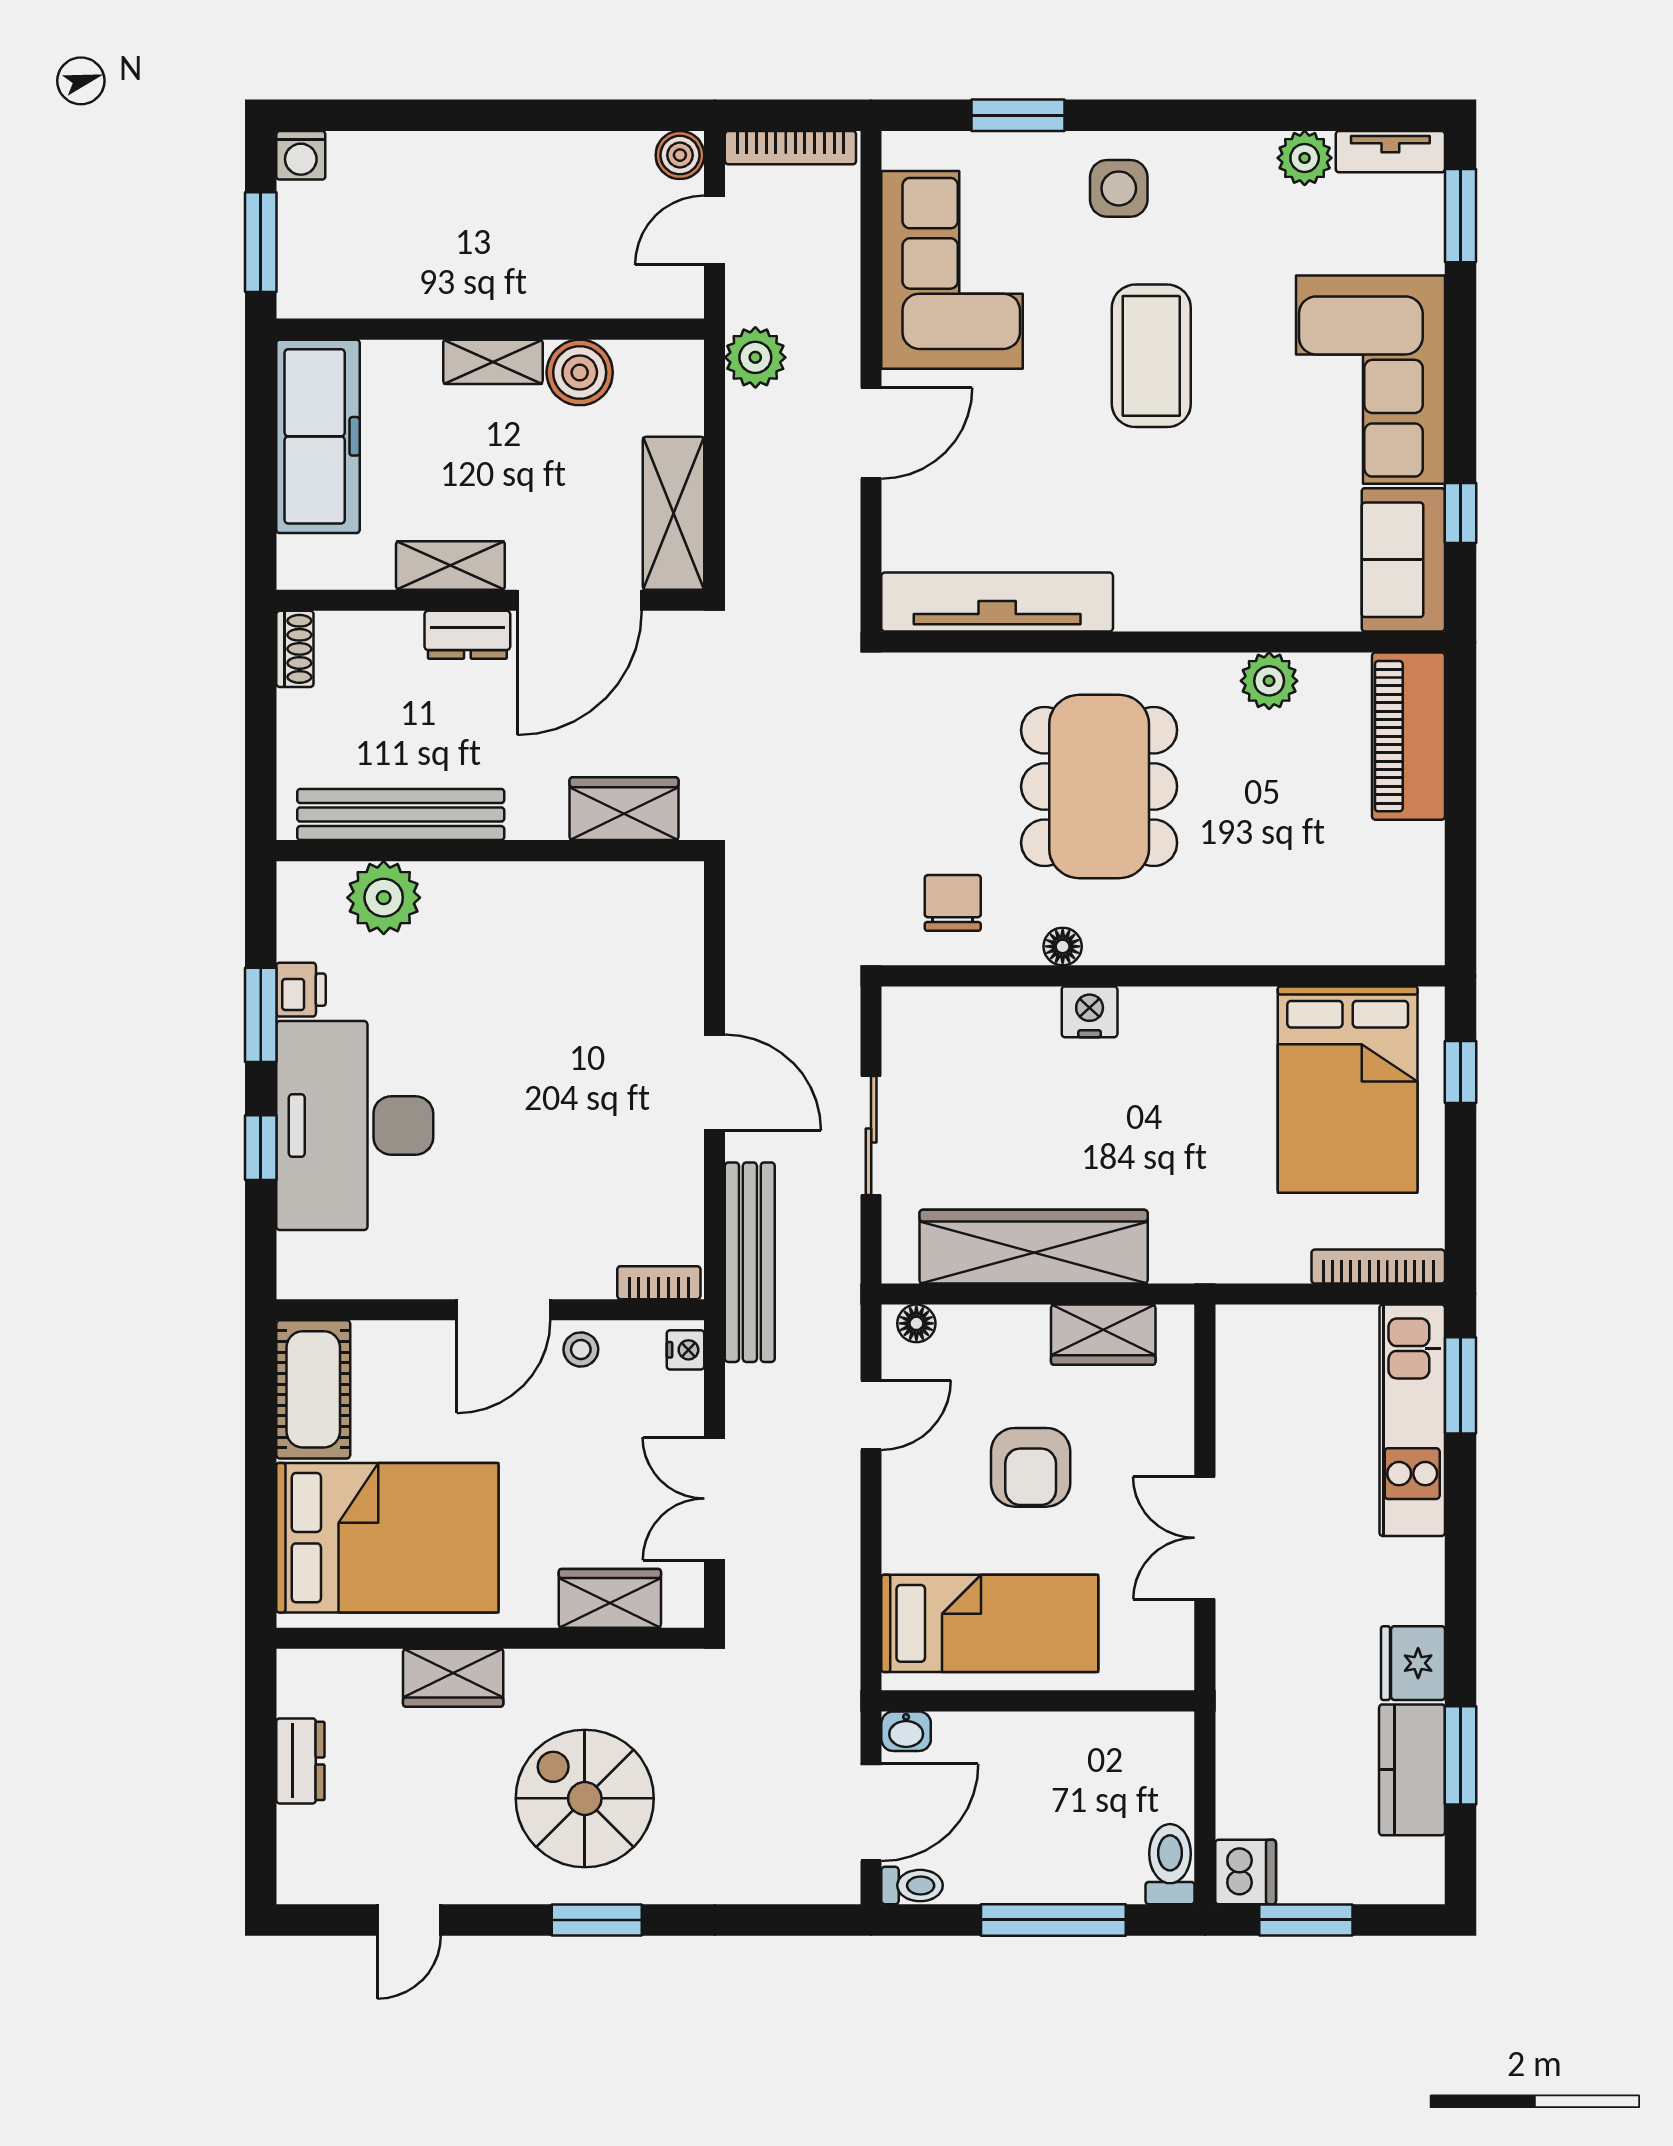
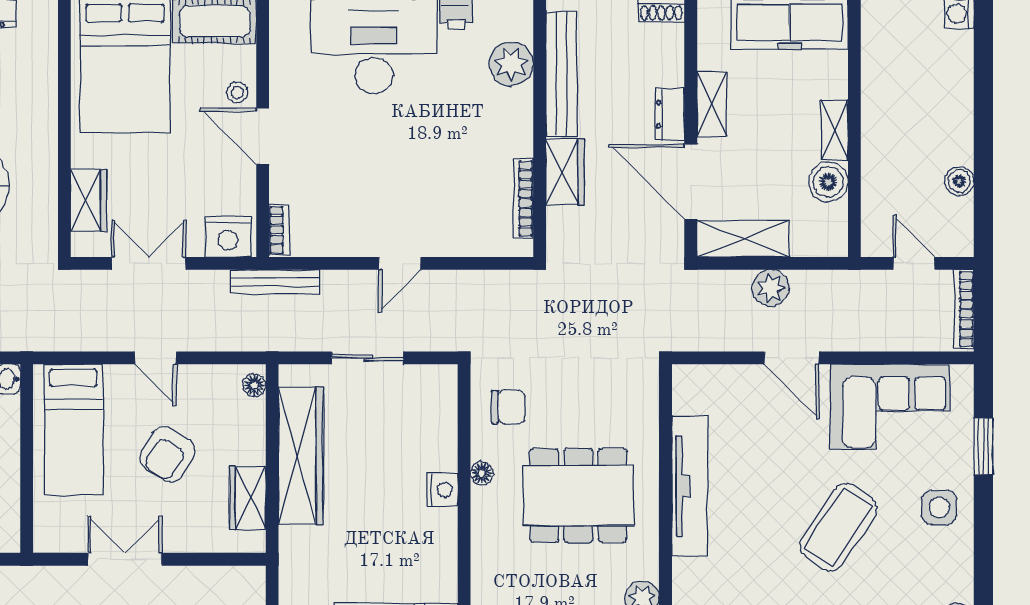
boiler: (680, 155) -> (959, 181), moved
coffee table: (1151, 356) -> (838, 527), turned -56
plant: (755, 357) -> (771, 288), moved
tv unit: (997, 602) -> (690, 486), moved
wardrobe: (624, 809) -> (565, 172), moved
bookcase: (607, 878) -> (523, 198), added
door: (715, 1082) -> (400, 263), width x0.73
bench: (750, 1262) -> (275, 282), width x0.73, depth x0.82
stool: (581, 1350) -> (237, 92), moved
nightstand: (685, 1350) -> (228, 237), width x1.89, depth x1.79
door: (871, 1415) -> (155, 358), moved
armchair: (1031, 1467) -> (168, 454), turned -57
wardrobe: (453, 1678) -> (41, 106), removed

